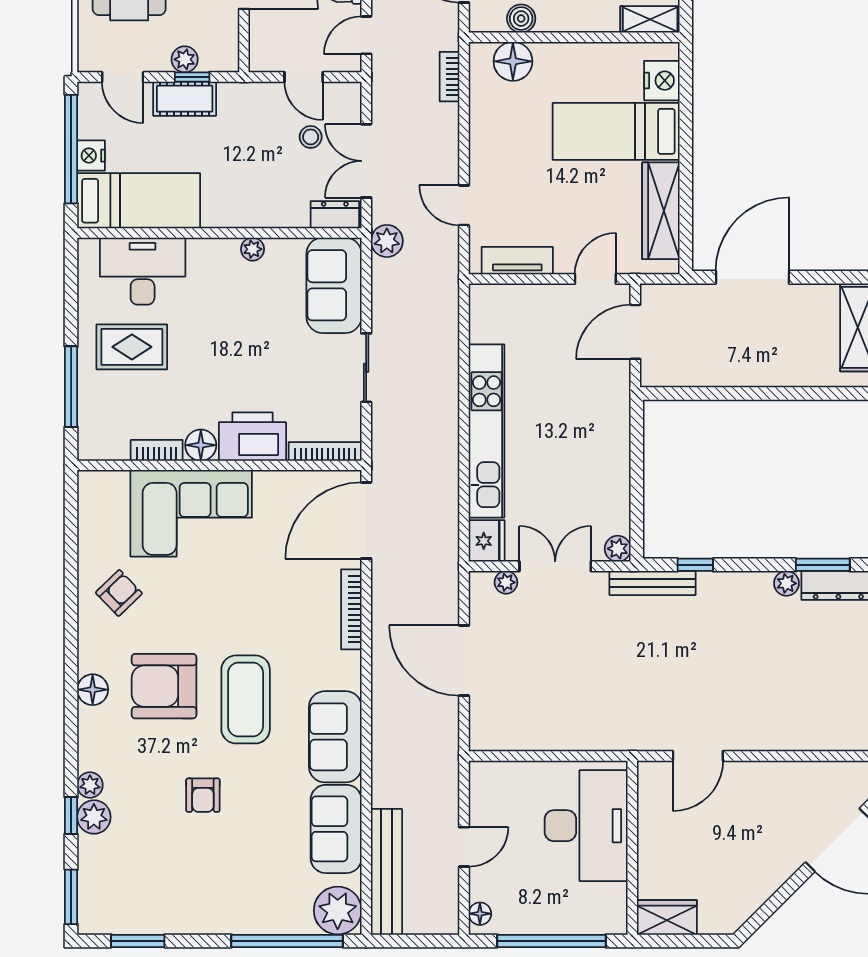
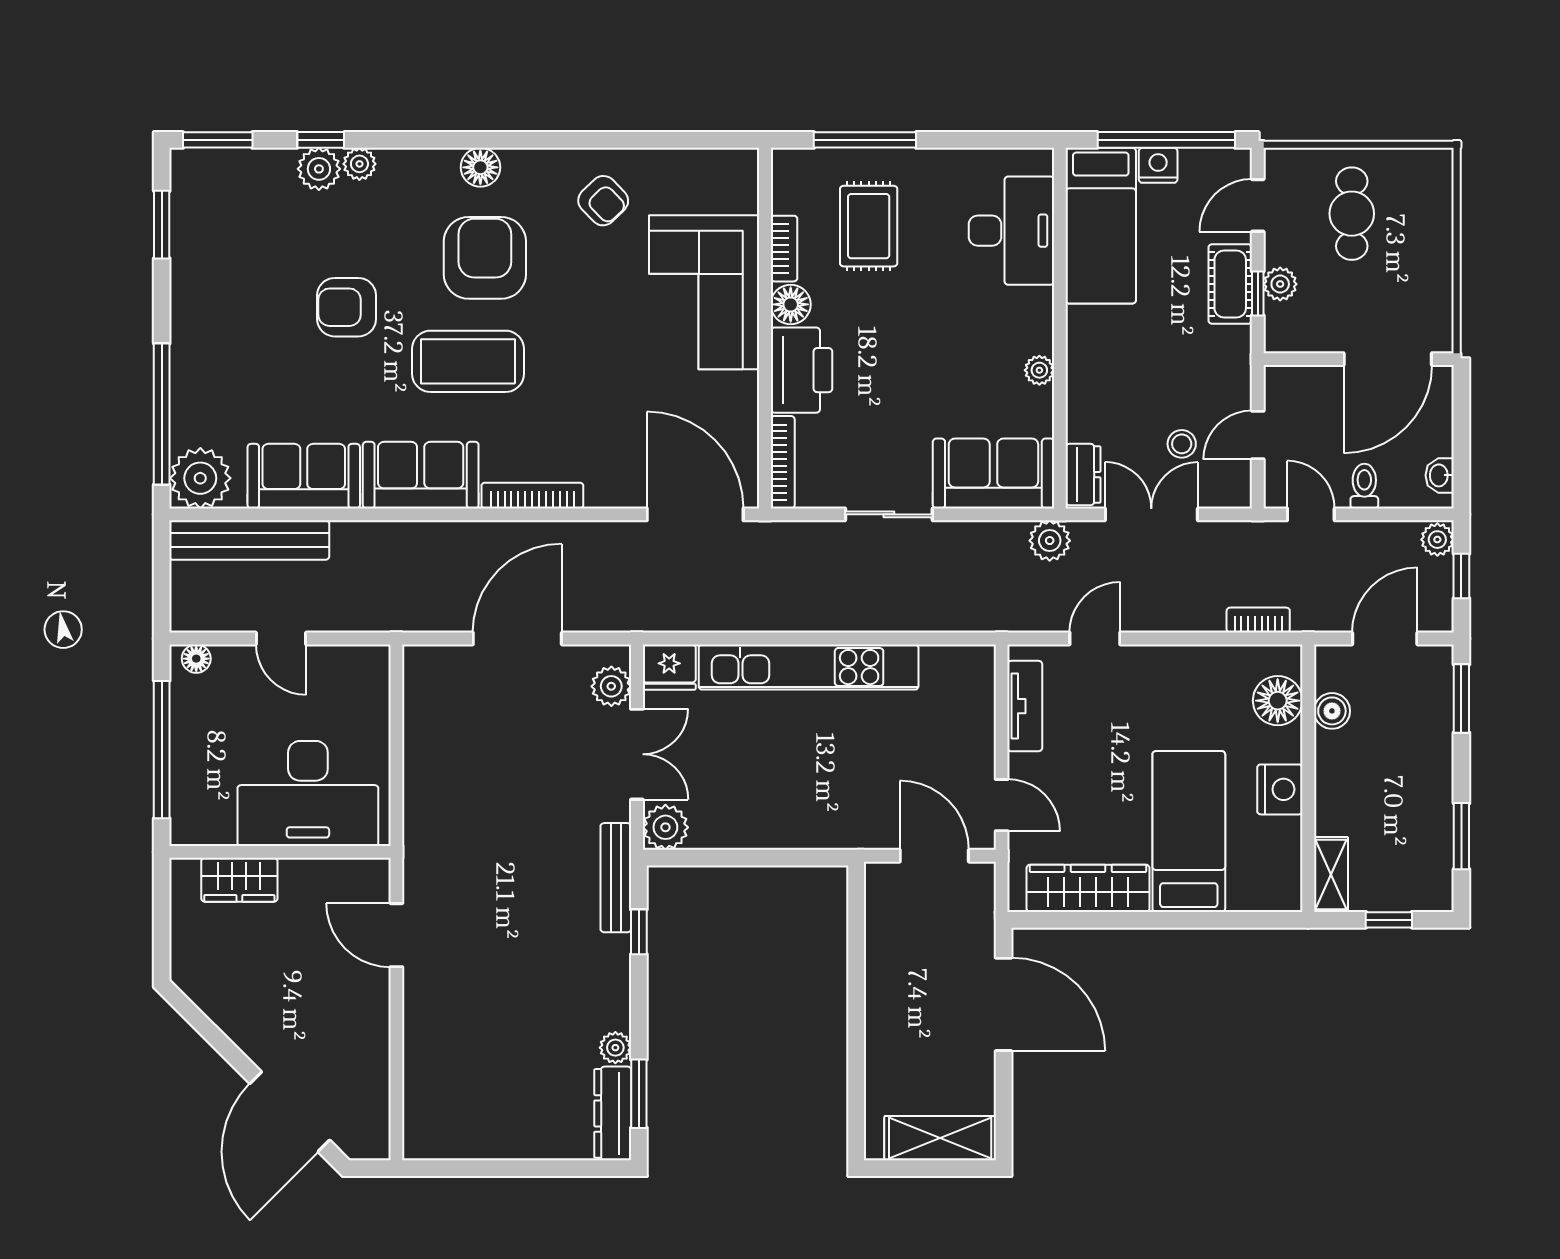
nightstand: (662, 81) -> (1280, 789), moved, turned -90
rug: (132, 347) -> (869, 226), moved
plant: (618, 549) -> (665, 827), width x1.38, depth x1.38
plant: (506, 582) -> (611, 686), width x1.38, depth x1.38
bookcase: (351, 609) -> (532, 496), moved
armchair: (203, 795) -> (347, 307), width x1.38, depth x1.38
wardrobe: (667, 917) -> (239, 880), moved, turned 90

